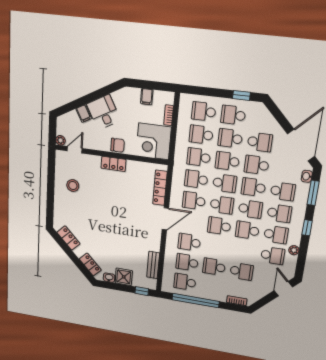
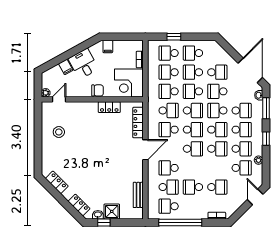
window: (241, 96) -> (174, 37), moved
filing cabinet: (147, 97) -> (108, 46), moved
locker: (113, 164) -> (109, 107), moved
school desk: (196, 179) -> (169, 110), turned 180
school desk: (219, 226) -> (193, 149), turned 180
school desk: (247, 230) -> (217, 149), turned 180
school desk: (187, 262) -> (169, 187), turned 180
window: (142, 291) -> (104, 222), moved

